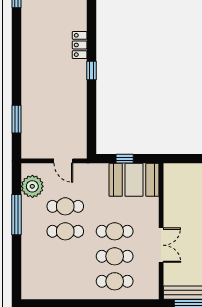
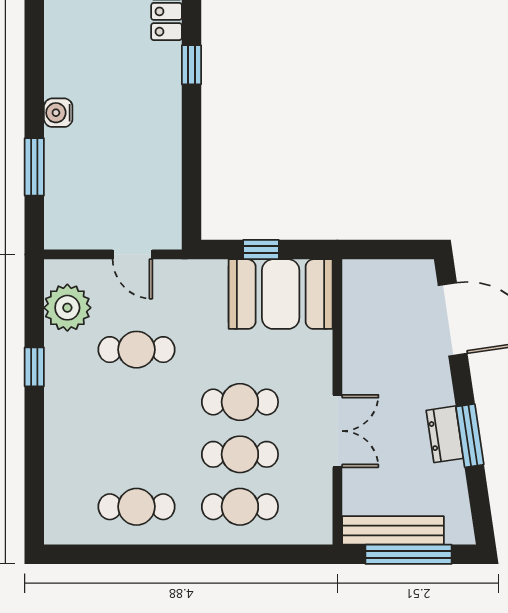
water cooler: (28, 93) -> (58, 113), added
window: (16, 215) -> (34, 367), width x0.46
cafe table: (65, 231) -> (136, 507), moved

